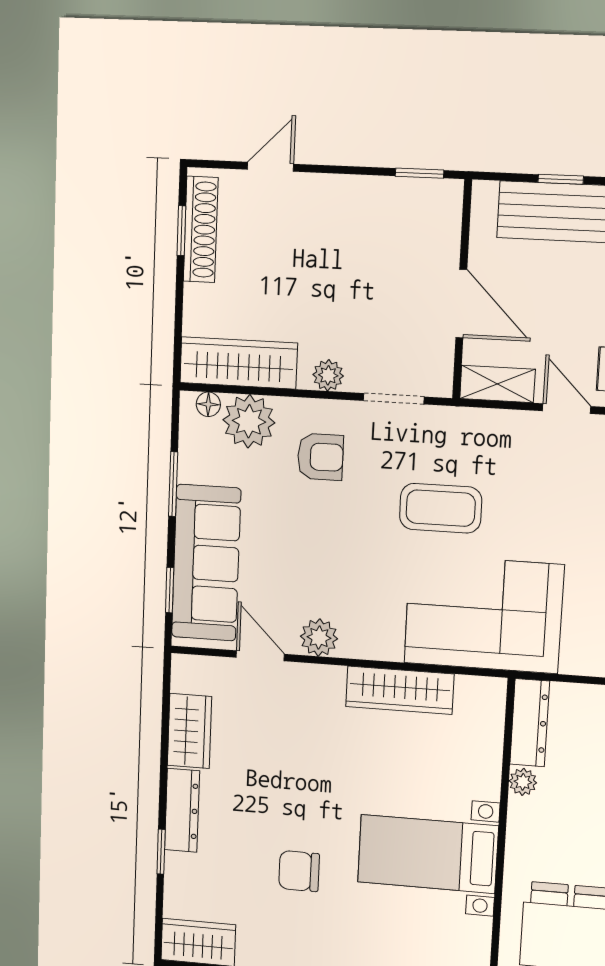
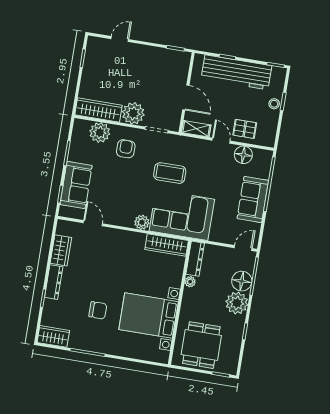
shoe rack: (201, 229) -> (90, 59), removed
plant: (328, 375) -> (133, 113), width x1.88, depth x1.88
floor lamp: (208, 404) -> (85, 124), removed
armchair: (320, 457) -> (126, 149), turned -90
sofa: (206, 563) -> (76, 185), width x0.73
plant: (319, 638) -> (142, 222), moved
wardrobe: (400, 690) -> (167, 245), moved
bed with nightstands: (428, 854) -> (149, 316), width x1.36
chair: (299, 871) -> (98, 310), turned 180

